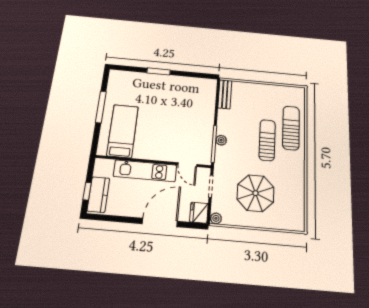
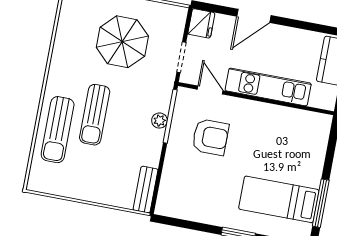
window: (101, 107) -> (321, 203), moved
bed: (123, 131) -> (279, 199), moved, turned 90
armchair: (184, 132) -> (210, 137), added
plant: (216, 218) -> (180, 14), removed
door: (160, 223) -> (254, 16), width x0.73

